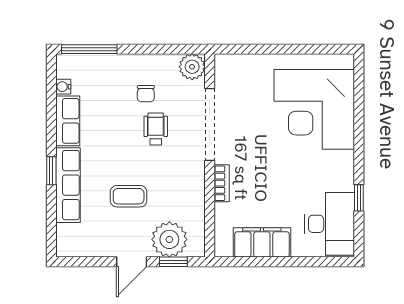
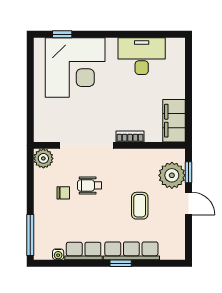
window: (359, 198) -> (62, 34), moved
desk: (329, 224) -> (142, 56), moved
filing cabinet: (262, 242) -> (174, 121), moved

